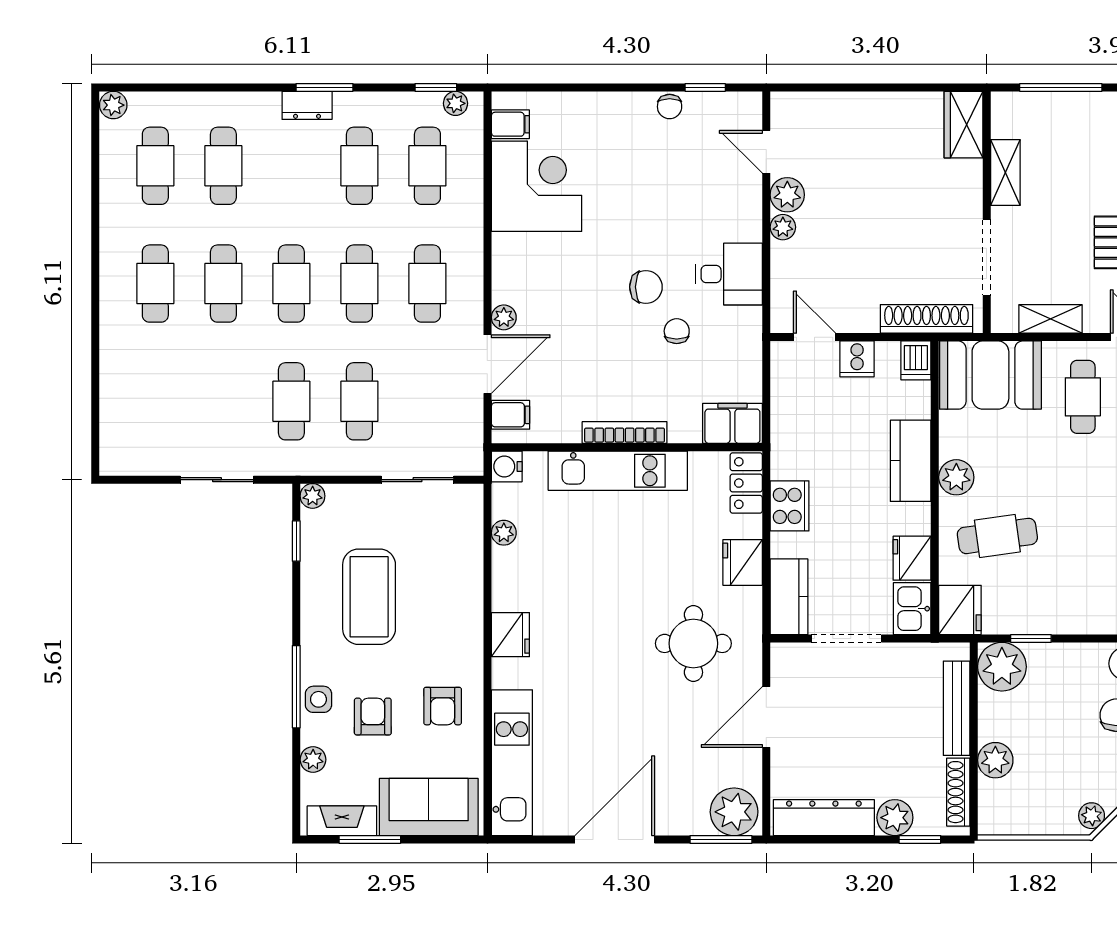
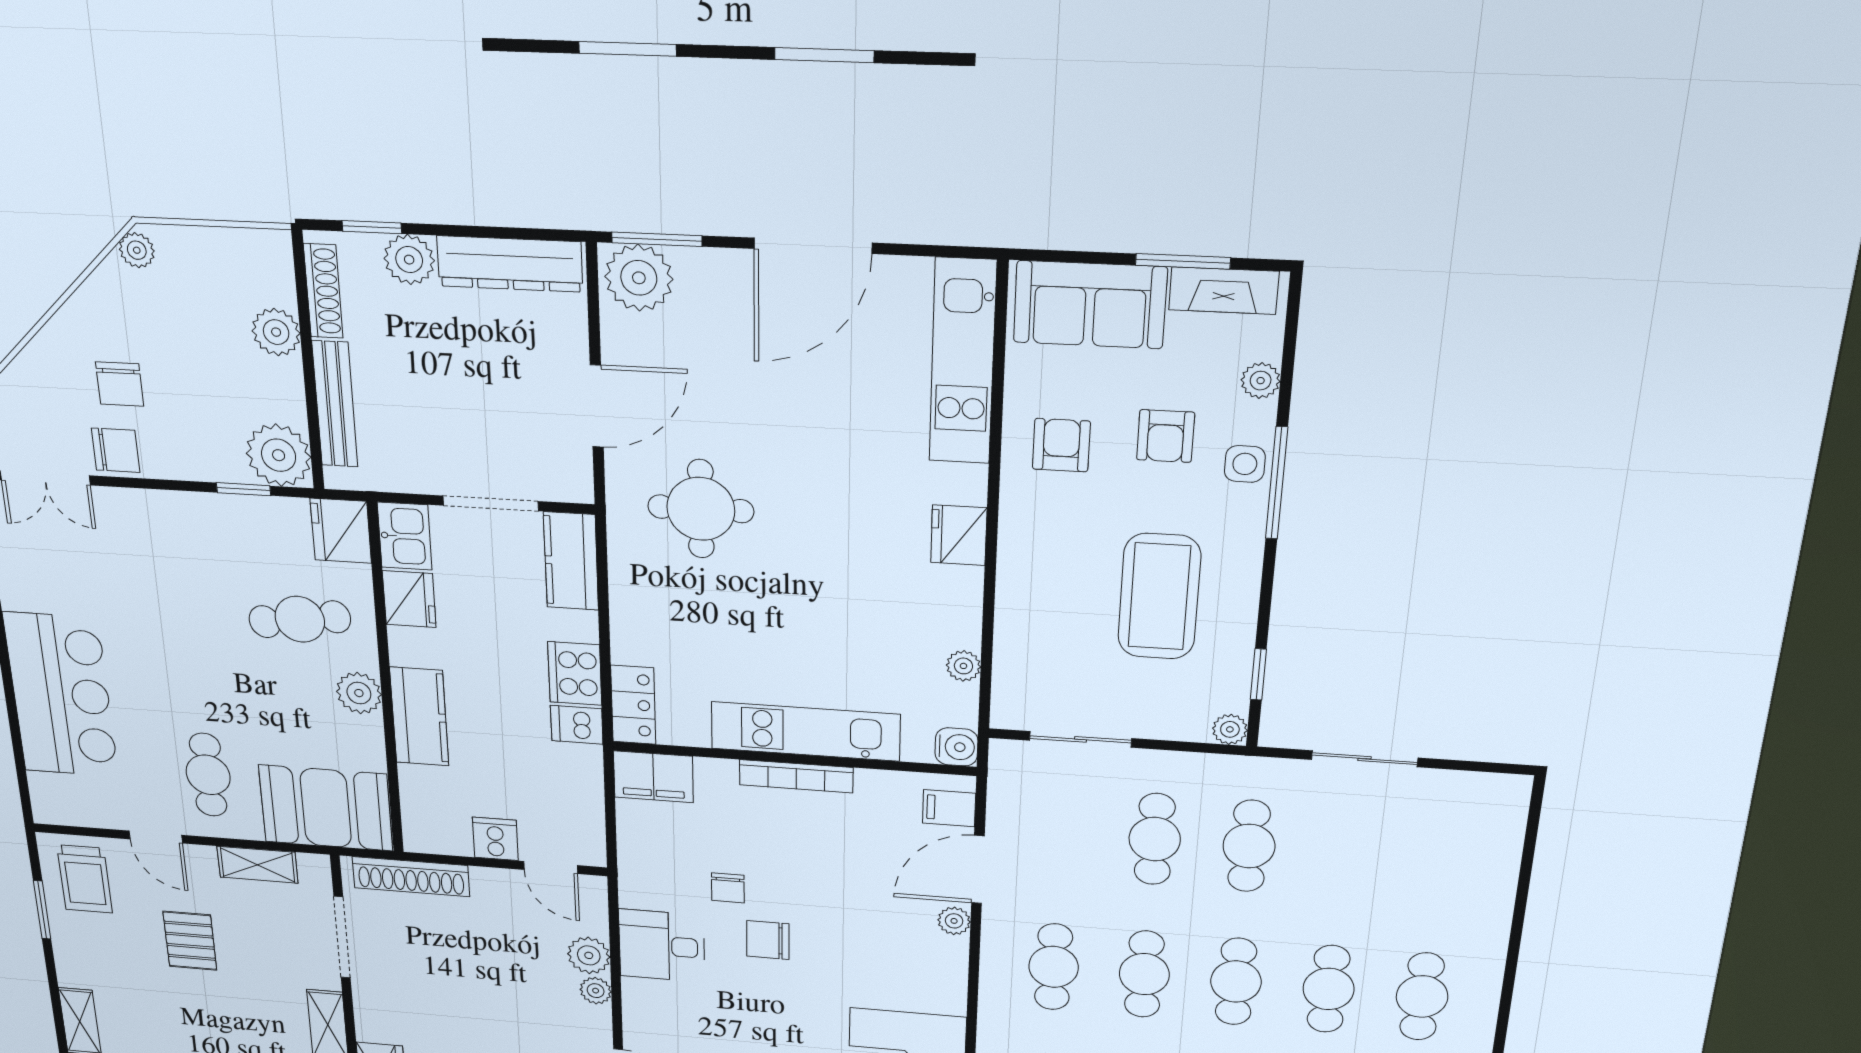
plant: (787, 195) -> (589, 955), moved
dishwasher: (916, 360) -> (577, 725), moved, turned -90
fridge: (743, 562) -> (635, 608), removed

